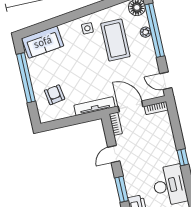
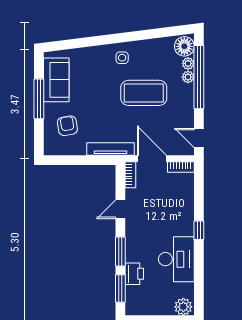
plant: (143, 21) -> (188, 63), added
coffee table: (115, 40) -> (144, 93), moved, turned 90
sofa: (43, 42) -> (56, 80), moved, turned -83
window: (26, 78) -> (39, 99), width x0.68

